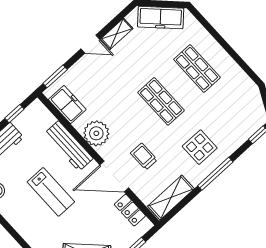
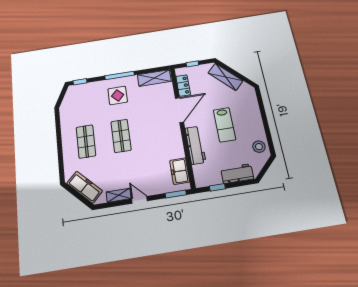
plant: (96, 133) -> (173, 142), removed
trolley: (144, 156) -> (154, 110), removed
door: (114, 176) -> (179, 110), hinge flipped
lab bench: (51, 192) -> (224, 125), turned 180

